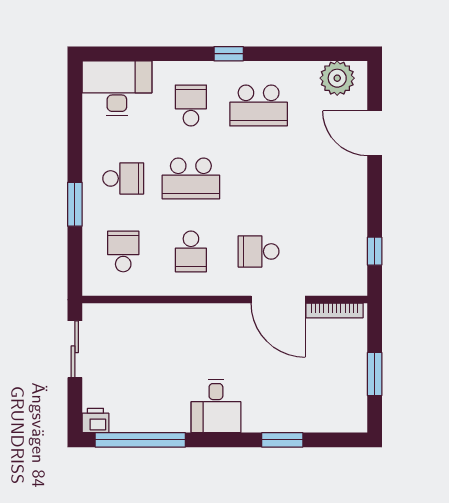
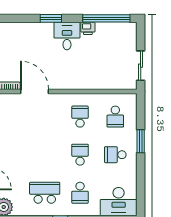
school desk: (191, 178) -> (80, 155), width x0.54
school desk: (259, 251) -> (45, 117), removed
printer: (95, 421) -> (88, 28), moved
window: (282, 440) -> (51, 18), moved

